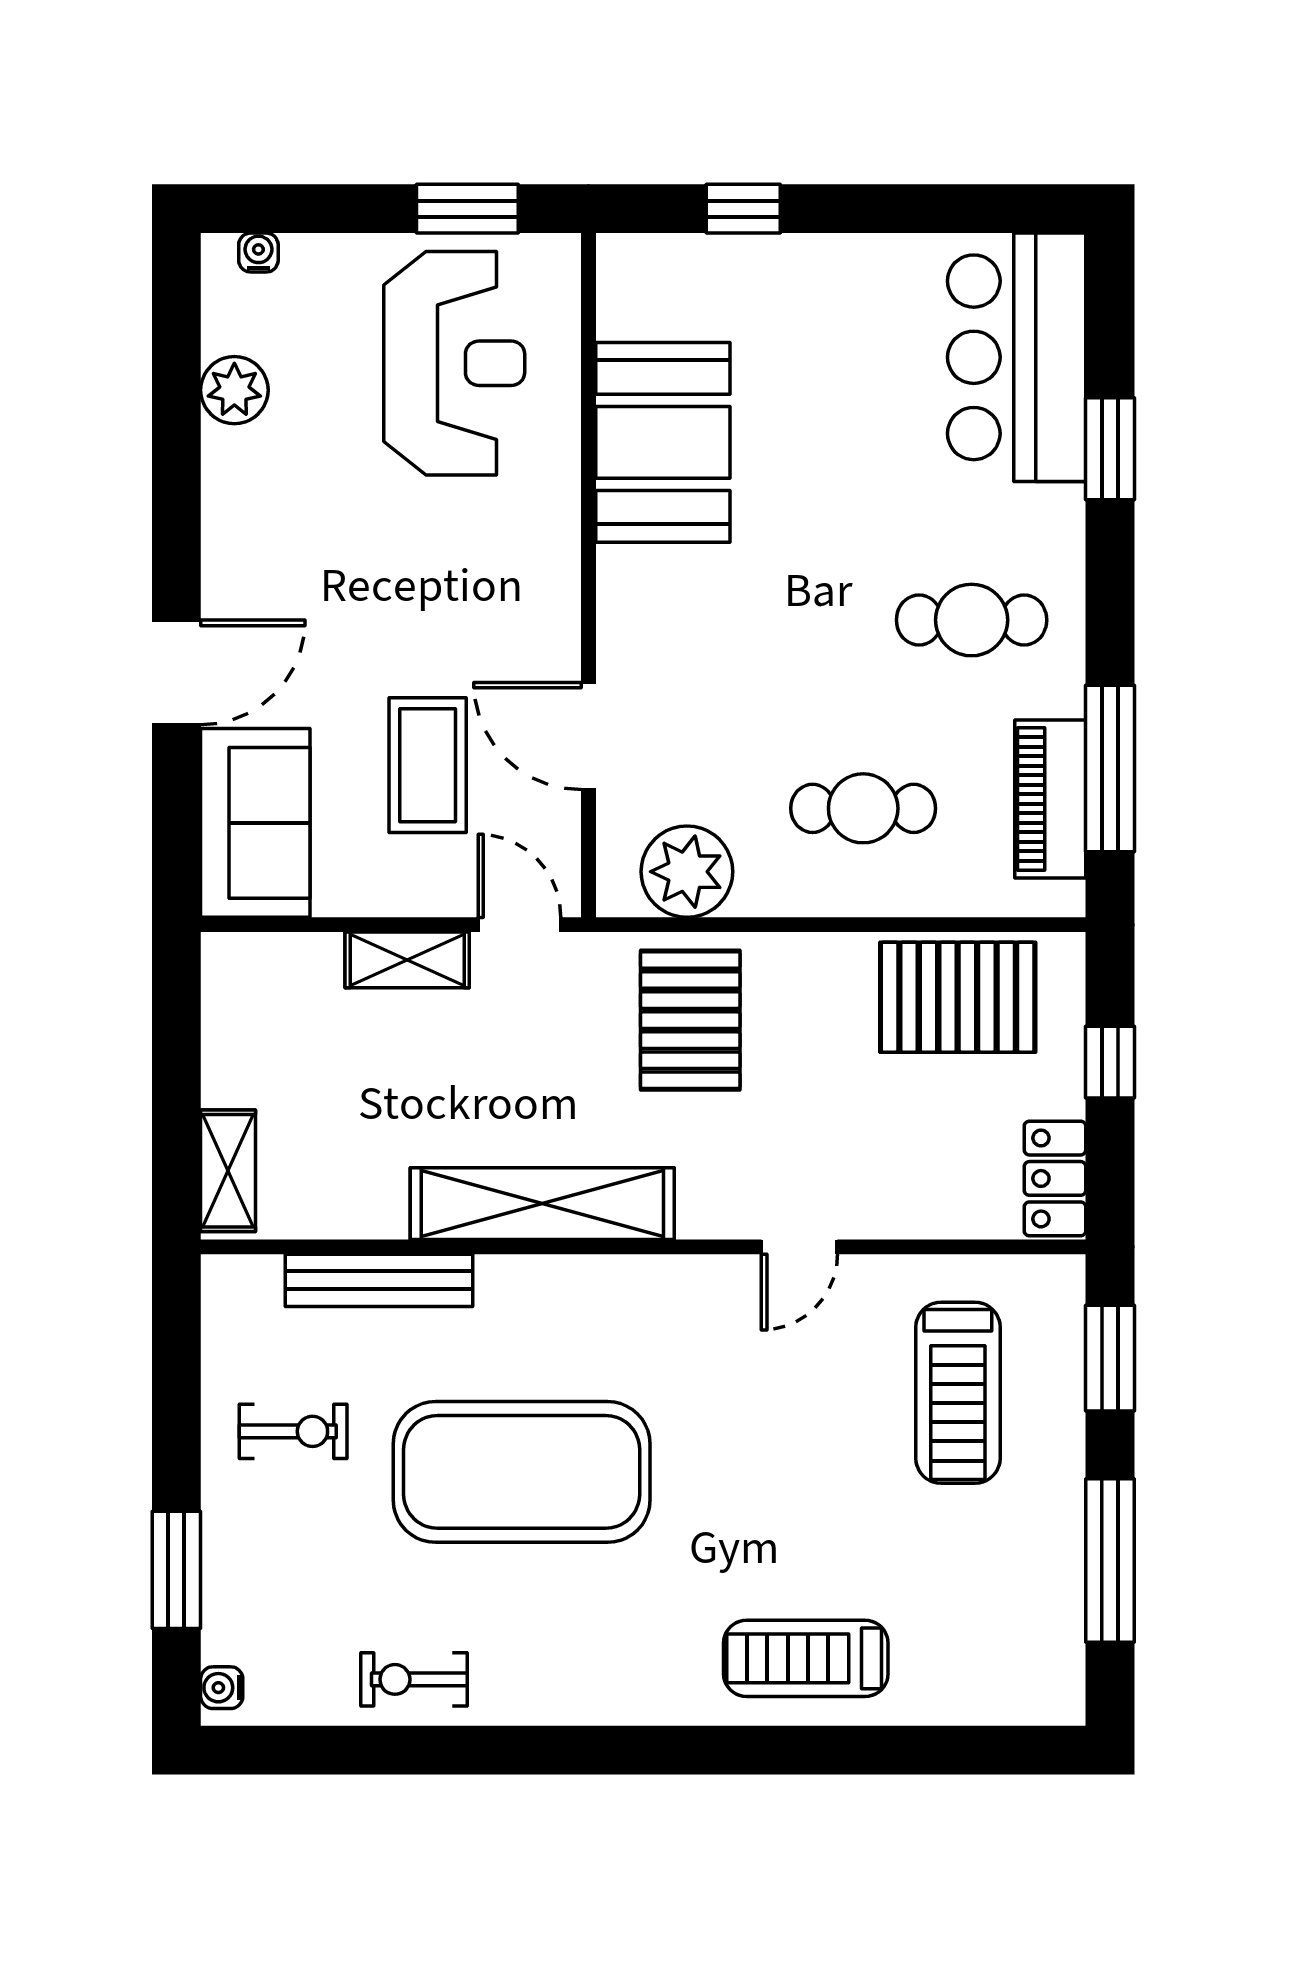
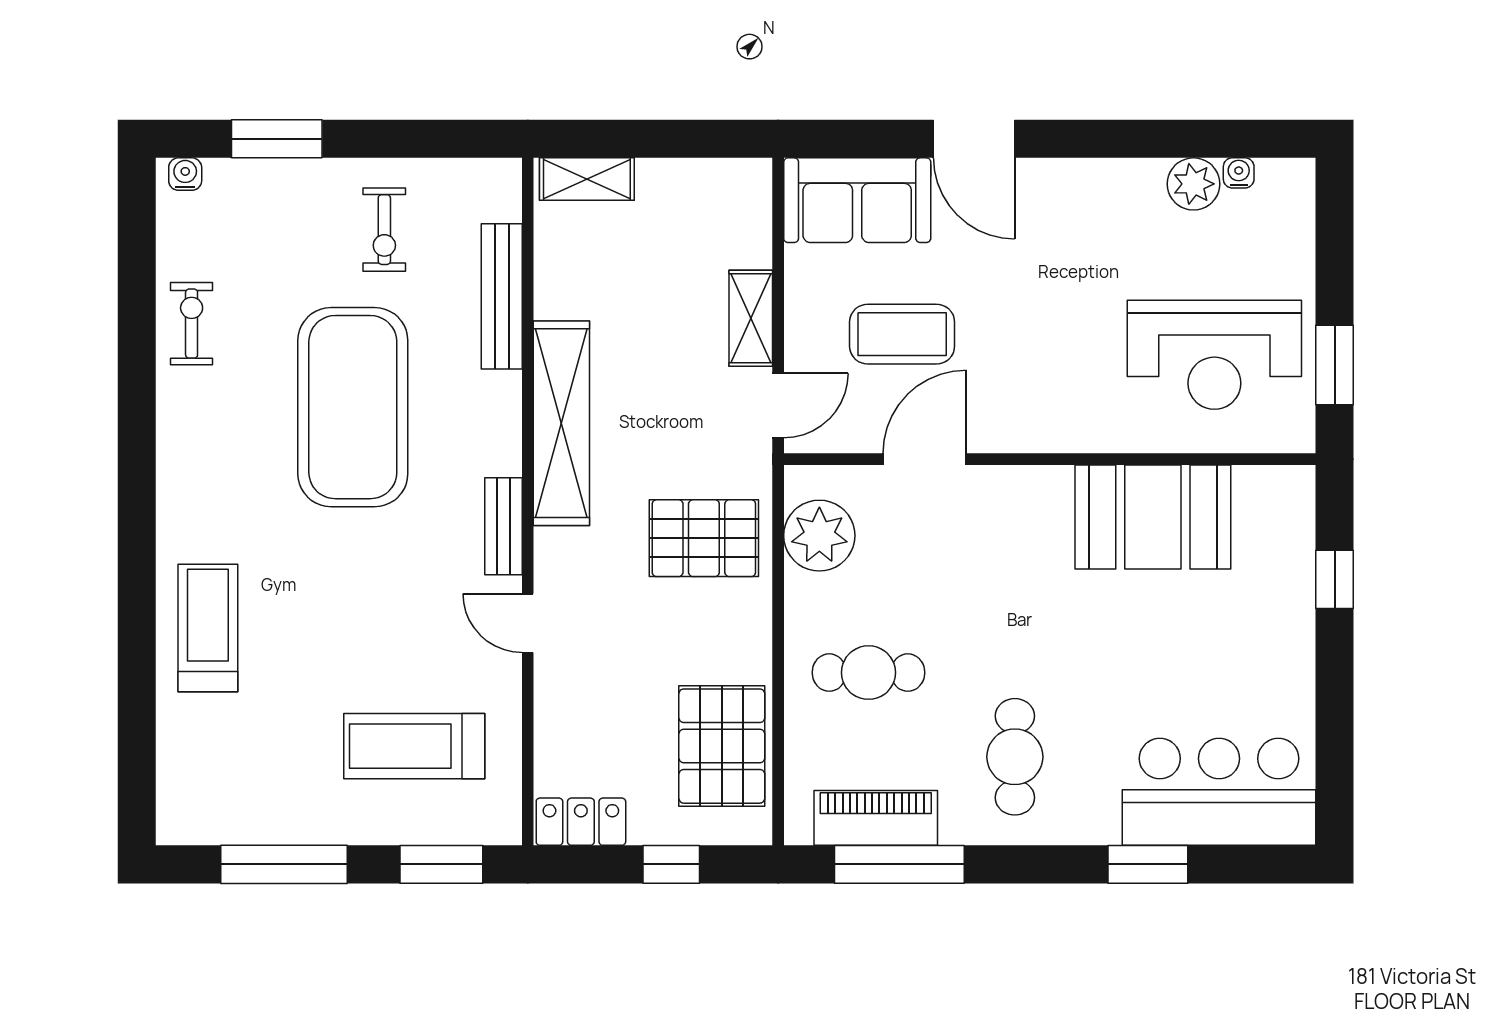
water cooler: (258, 253) -> (1239, 173), moved, turned -90
cafe table: (863, 808) -> (868, 673), turned 90
bench: (675, 1278) -> (503, 526), added

